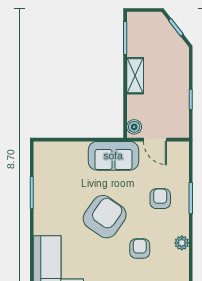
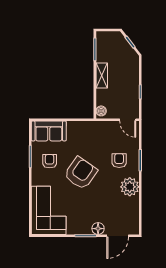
door: (155, 140) -> (128, 120), moved
sofa: (113, 156) -> (49, 131), moved
plant: (182, 243) -> (130, 187), width x1.87, depth x1.87
armchair: (140, 248) -> (50, 161), moved

